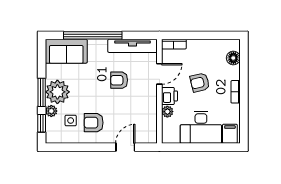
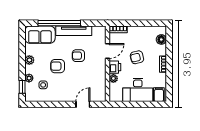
tv unit: (133, 46) -> (74, 31), moved
window: (42, 92) -> (22, 64), removed
plant: (57, 92) -> (29, 60), width x0.53, depth x0.53
armchair: (94, 123) -> (58, 66), moved

